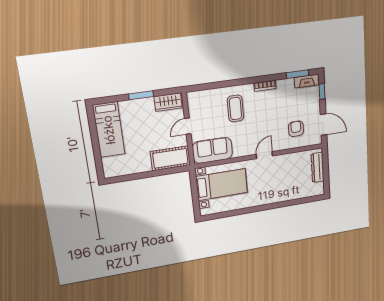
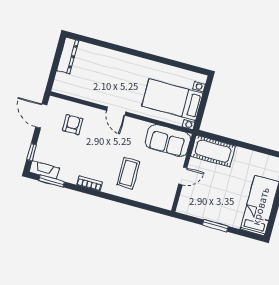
wardrobe: (168, 102) -> (192, 208), removed
armchair: (296, 129) -> (73, 125), turned 180
door: (264, 155) -> (116, 111), hinge flipped
dresser: (318, 167) -> (68, 55), moved

